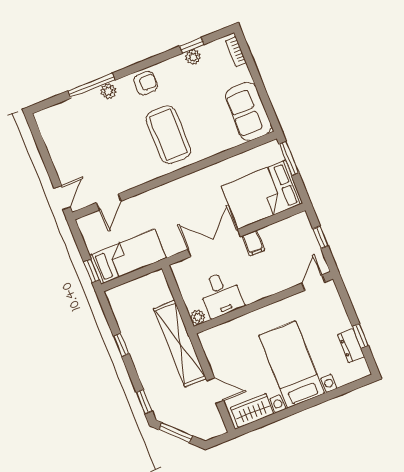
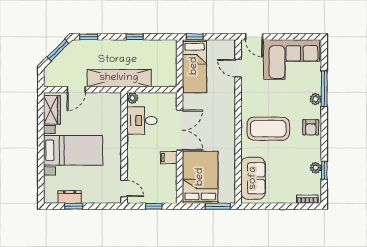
sofa: (248, 111) -> (253, 178), moved, turned 90
corner sofa: (72, 140) -> (292, 60), added

